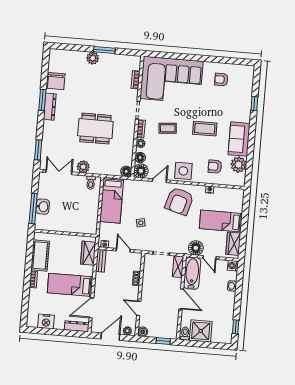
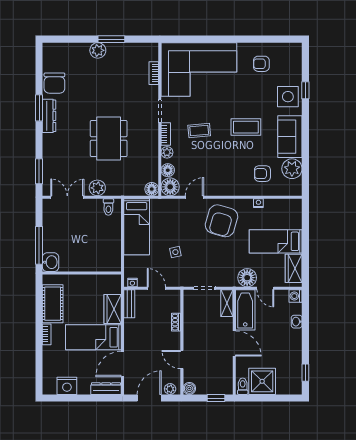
dining table: (95, 129) -> (109, 138), turned 90
side table: (183, 171) -> (288, 97), moved
washbasin: (43, 207) -> (51, 262), moved
wardrobe: (88, 253) -> (113, 309), moved

